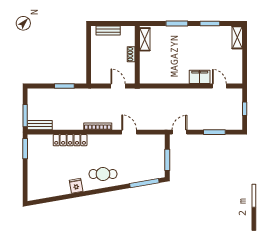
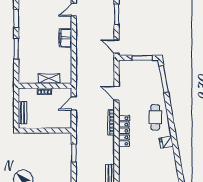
shelving: (145, 39) -> (49, 79), moved
filing cabinet: (200, 77) -> (65, 38), moved
door: (129, 132) -> (117, 93), hinge flipped
locker: (70, 140) -> (124, 131), moved

